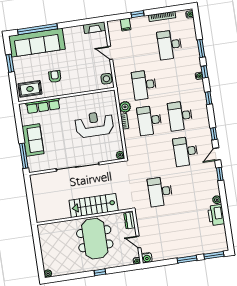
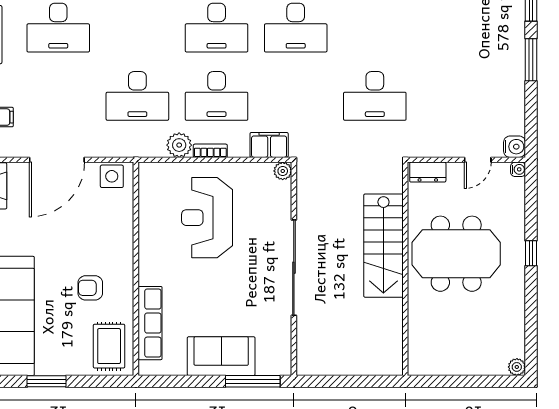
door: (110, 53) -> (57, 160), width x1.88
filing cabinet: (131, 147) -> (269, 145), added

